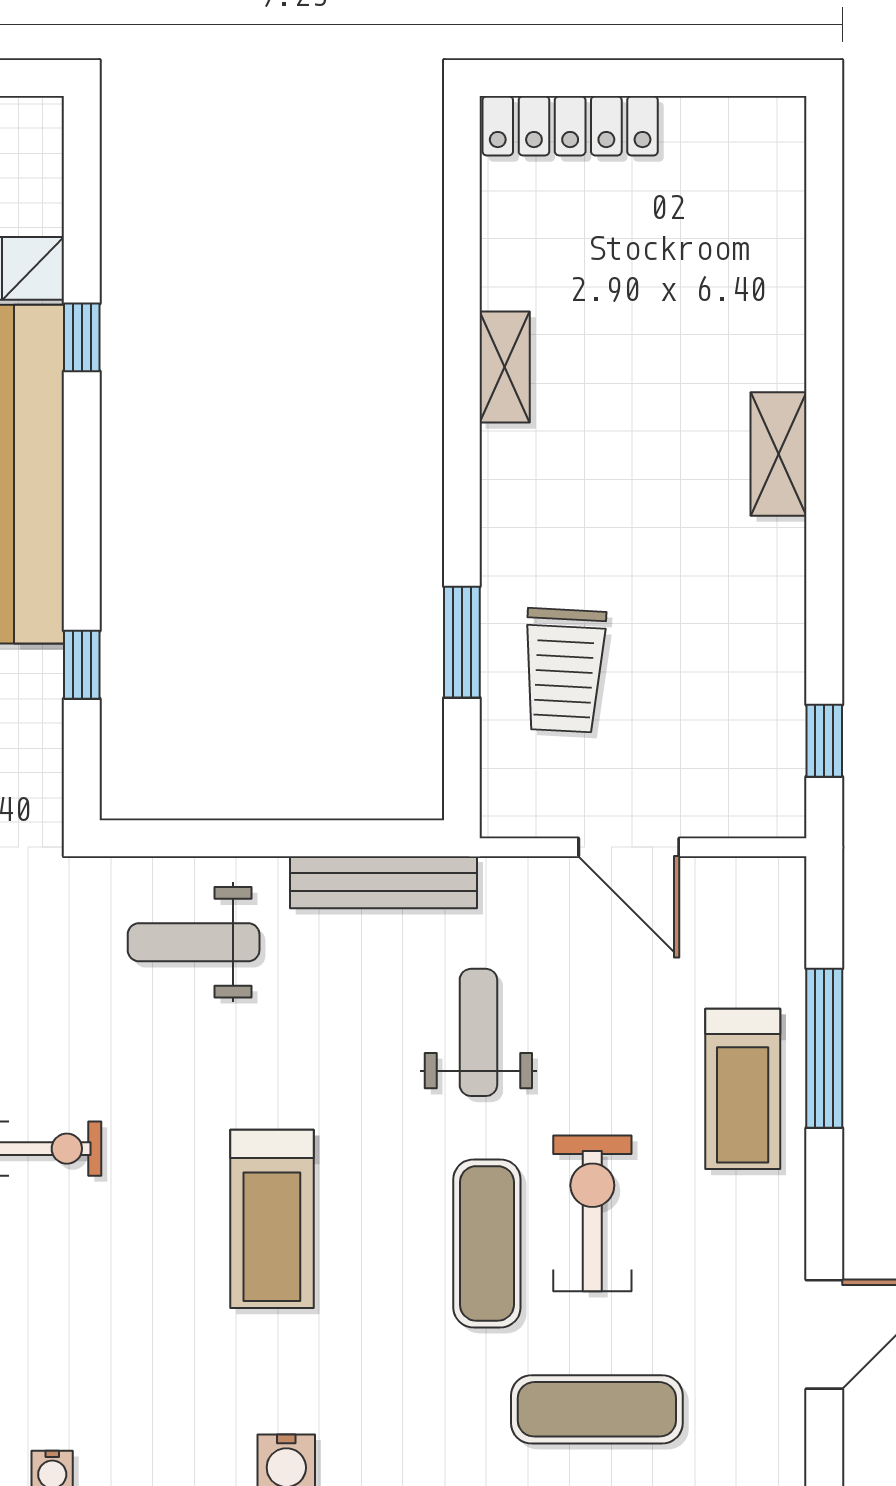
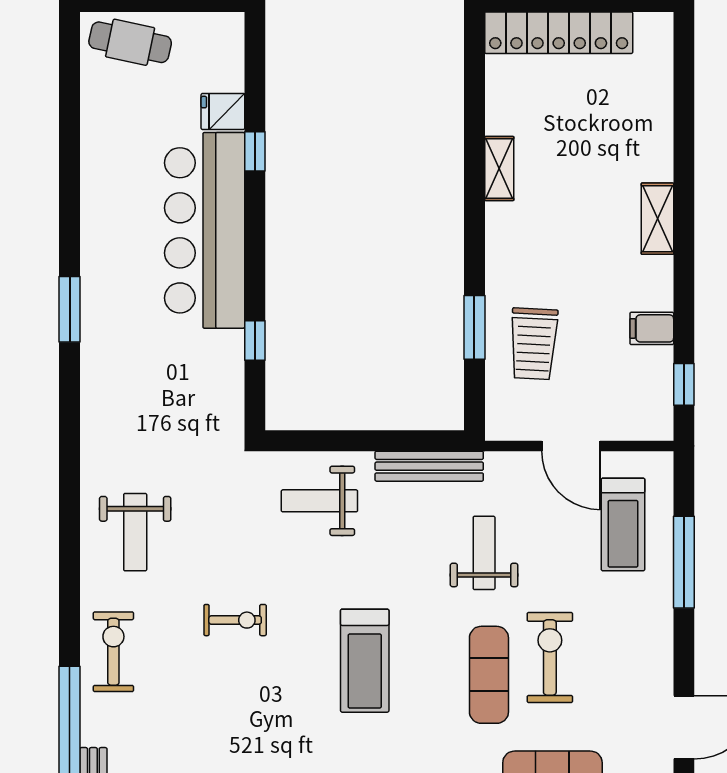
locker: (570, 126) -> (559, 33), width x1.41, depth x1.21
filing cabinet: (769, 644) -> (652, 328), added
treadmill: (743, 1089) -> (623, 524), moved

